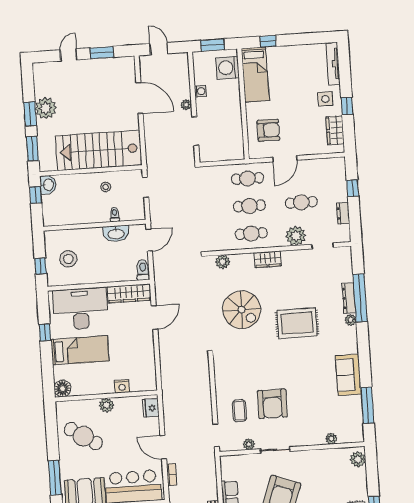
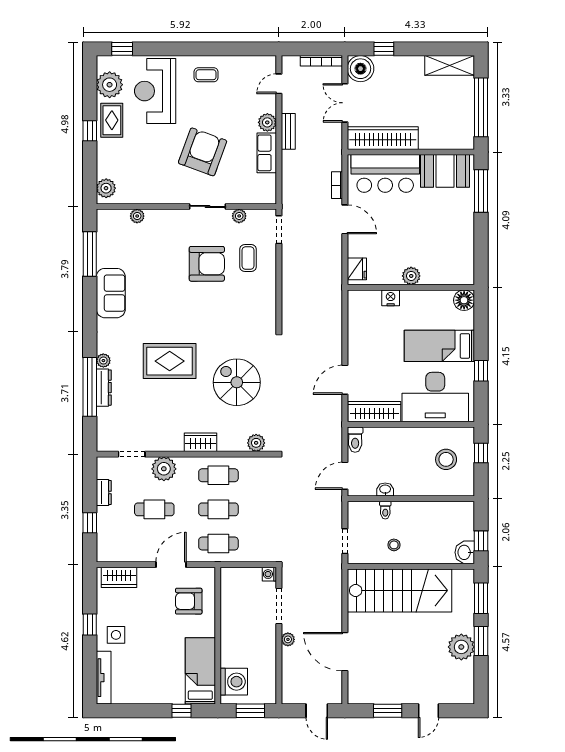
washing machine: (200, 91) -> (269, 574), moved
wardrobe: (335, 130) -> (119, 577), moved, turned 90
washbasin: (116, 234) -> (385, 489), width x0.52, depth x0.69
armchair: (272, 404) -> (207, 264), turned 90
cafe table: (83, 436) -> (442, 240), removed

